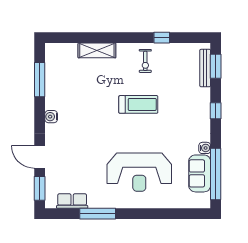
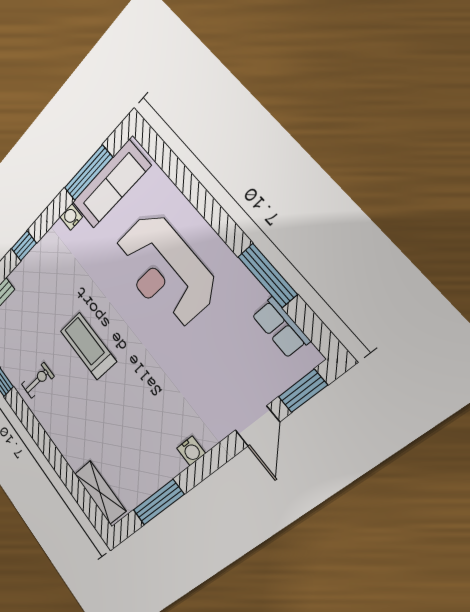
shelving: (97, 50) -> (100, 492), moved
reception desk: (139, 172) -> (164, 270), turned 180
sofa: (200, 173) -> (111, 184), width x1.36
window: (216, 174) -> (88, 173), width x0.68

